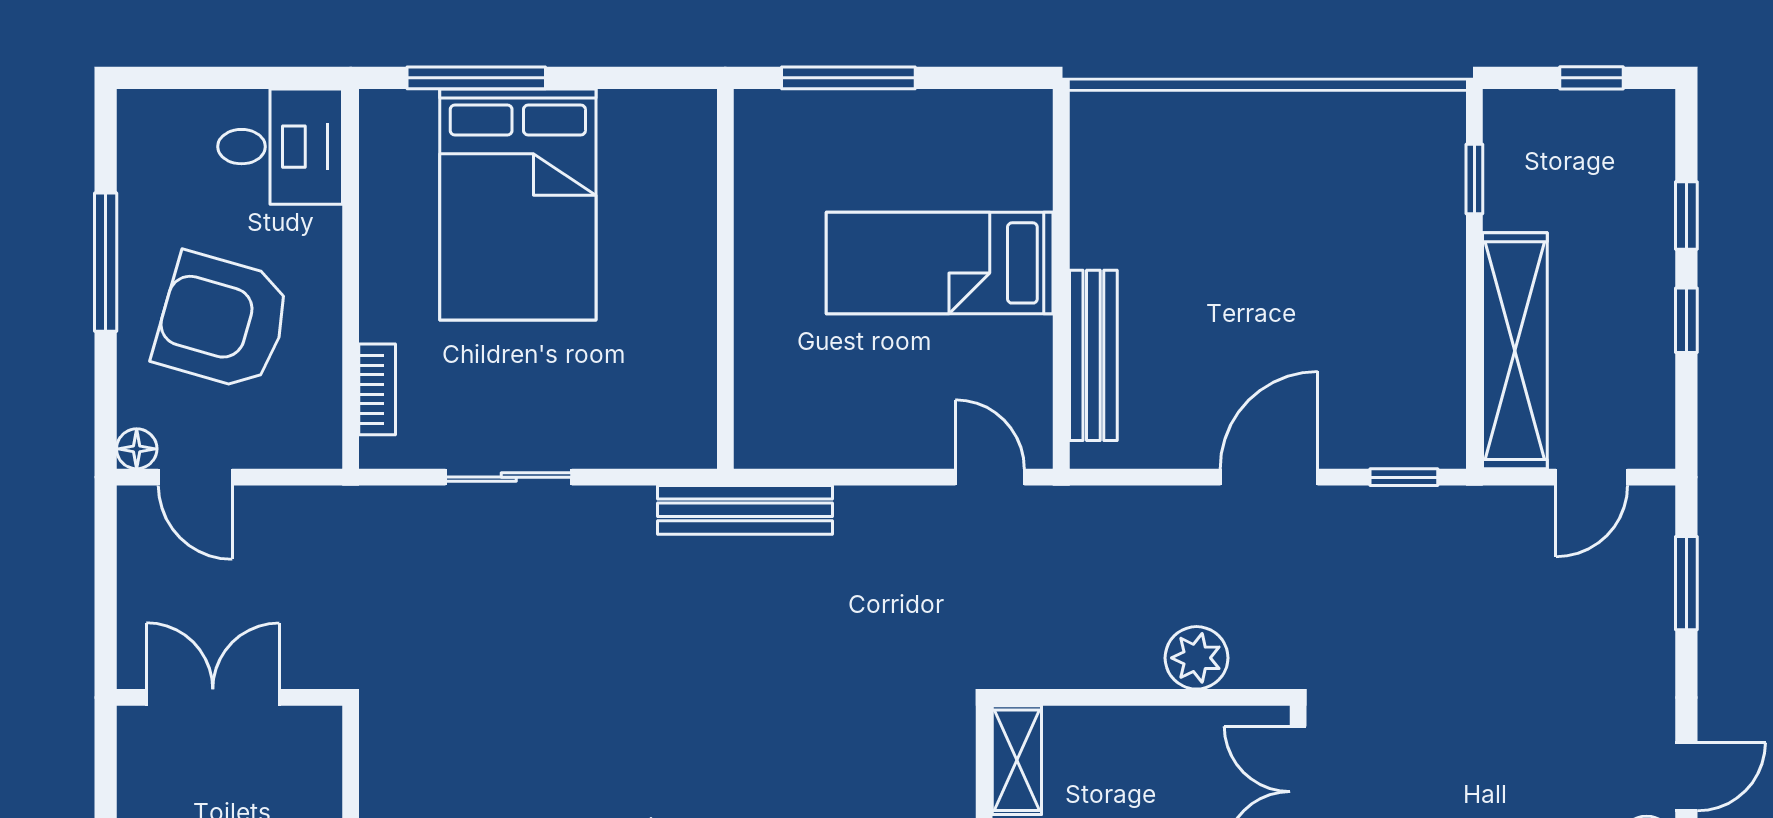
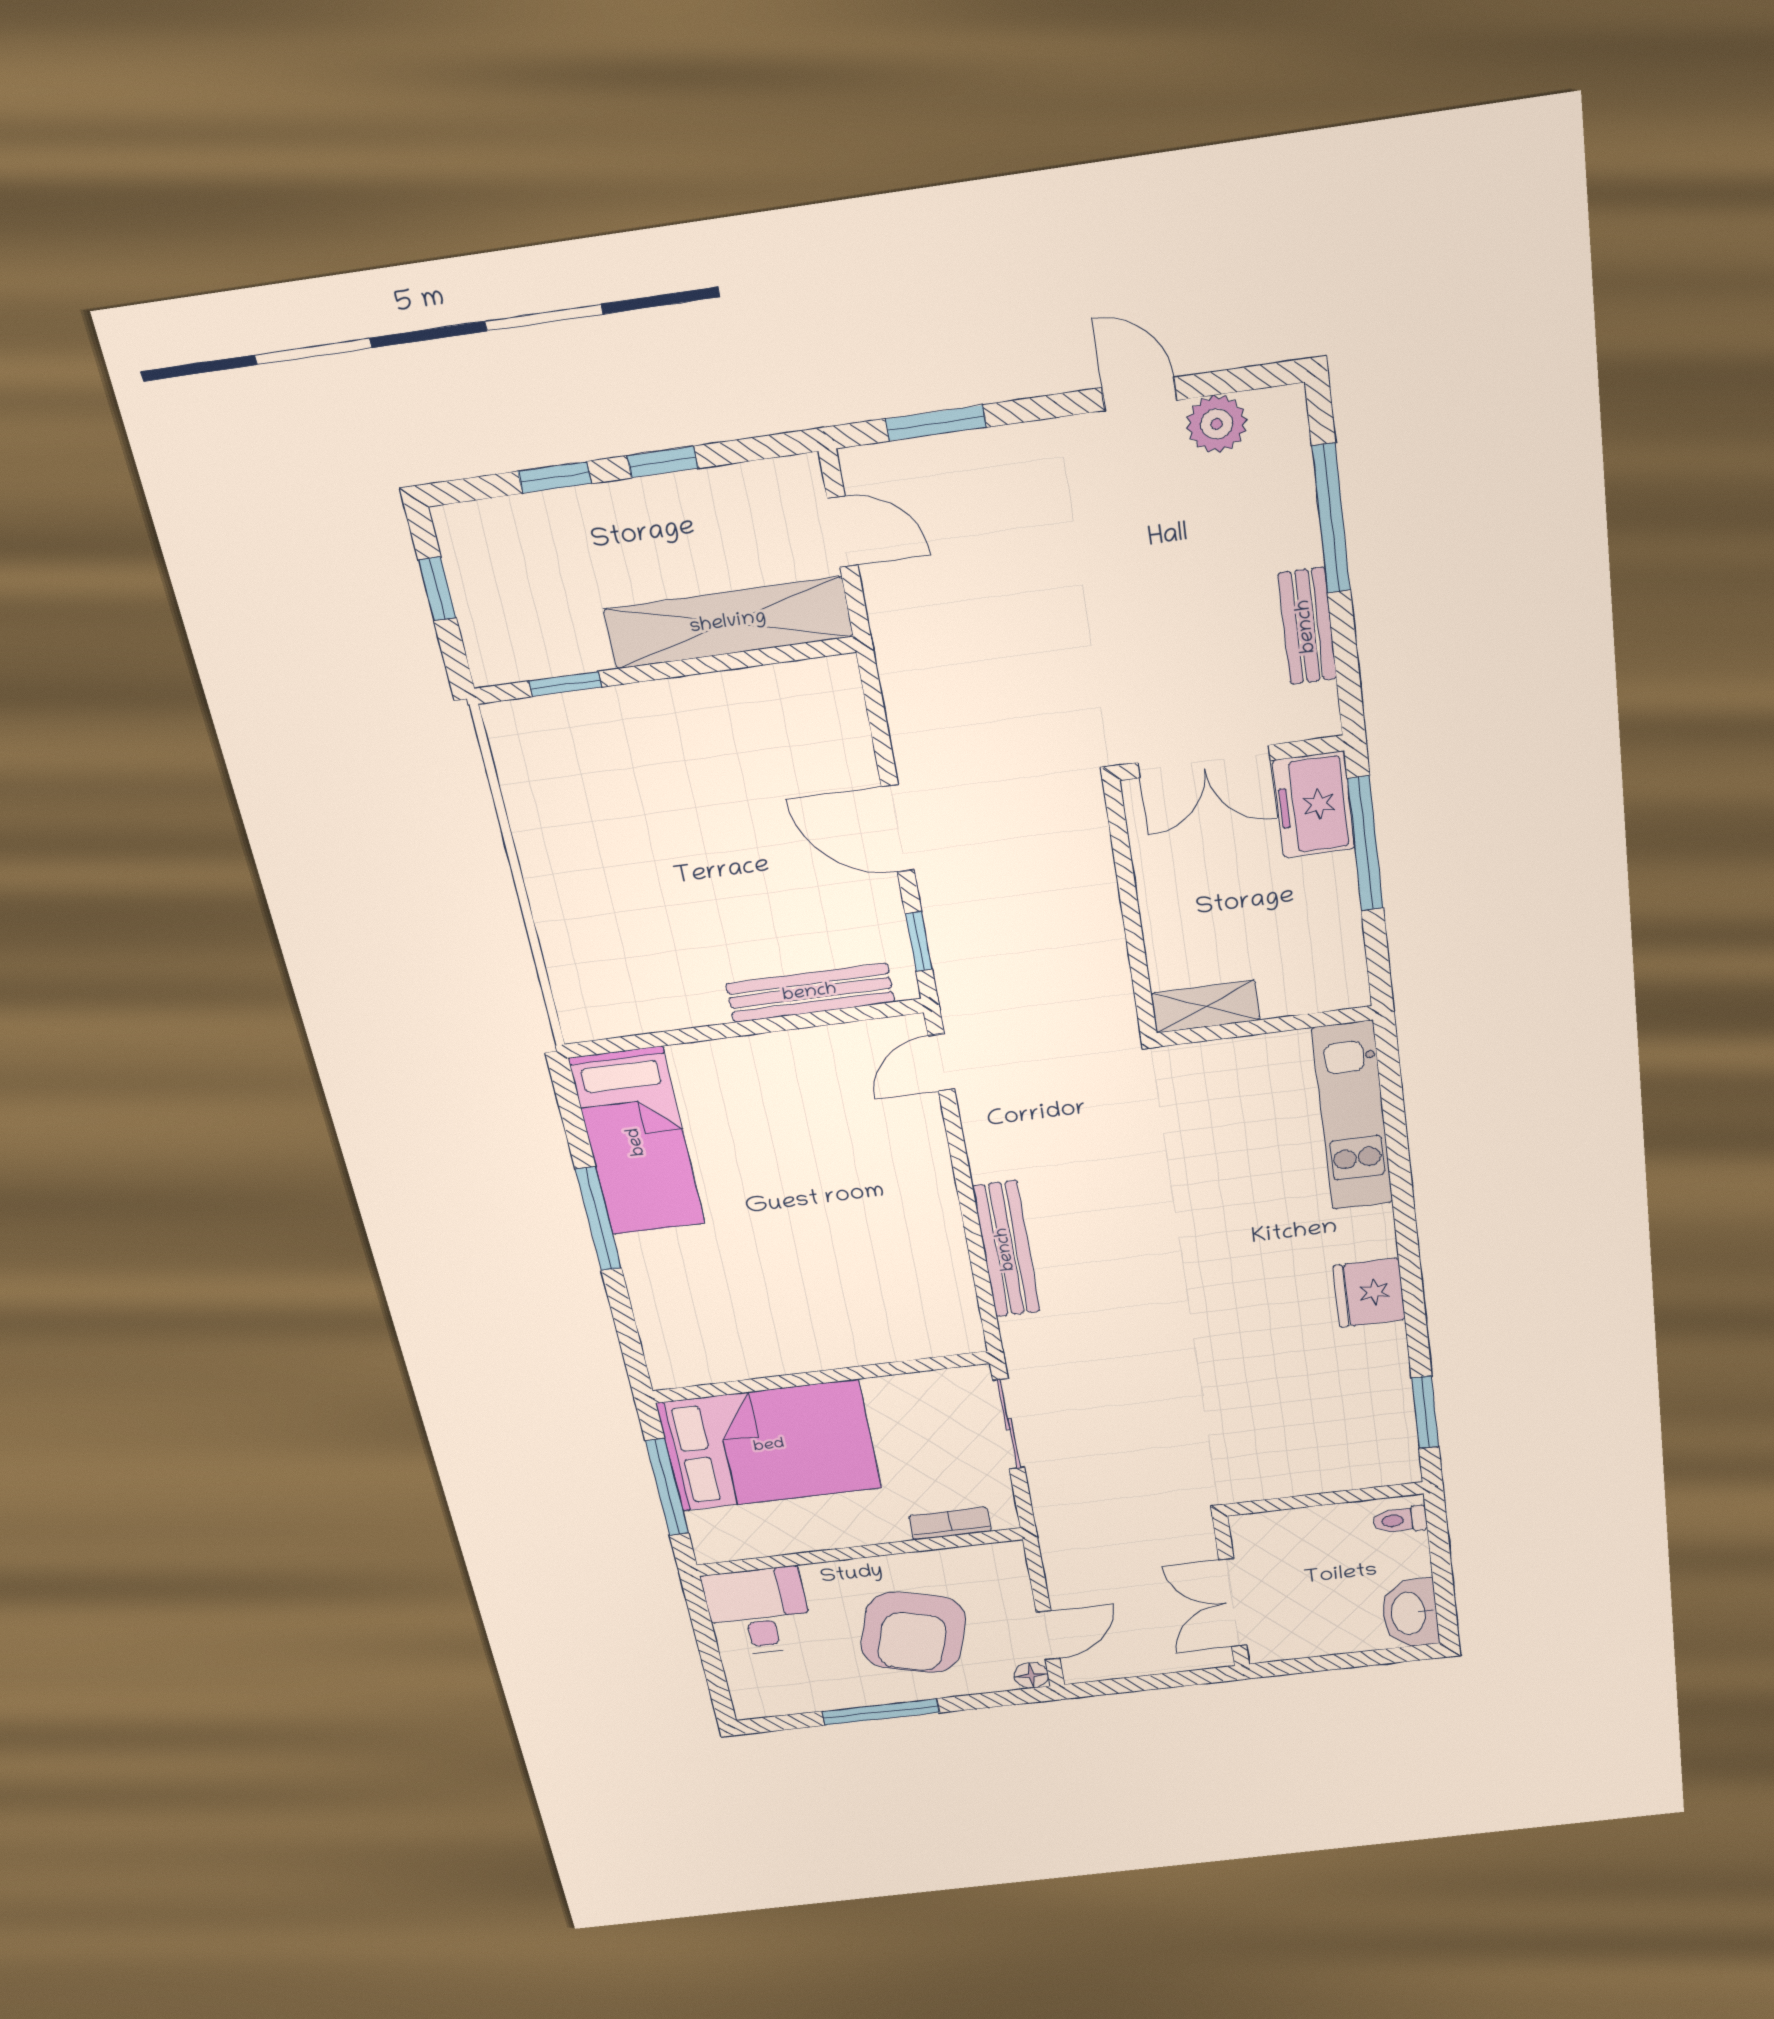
bed: (940, 263) -> (637, 1142), moved
wall: (725, 279) -> (821, 1377), moved
window: (1404, 477) -> (919, 941), moved
plant: (1197, 658) -> (1085, 868), removed

